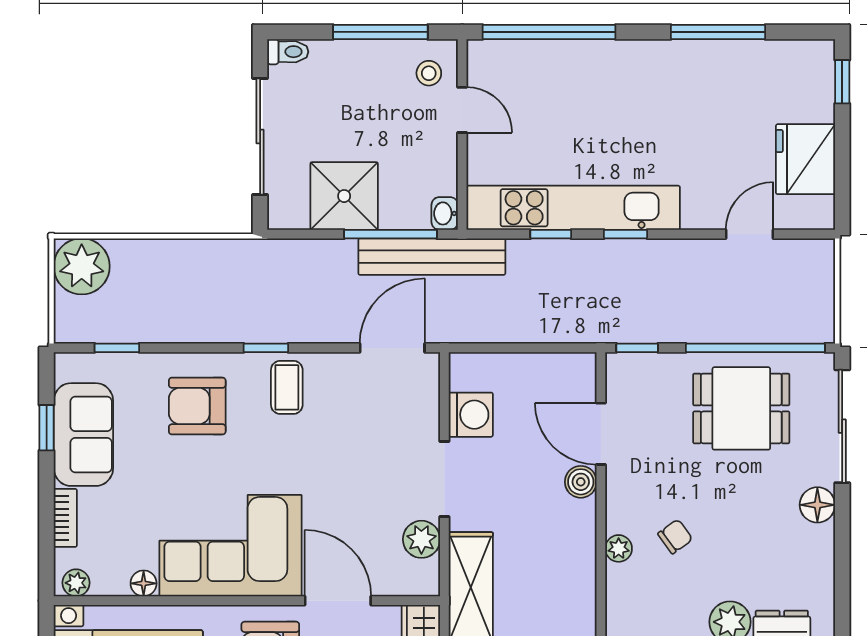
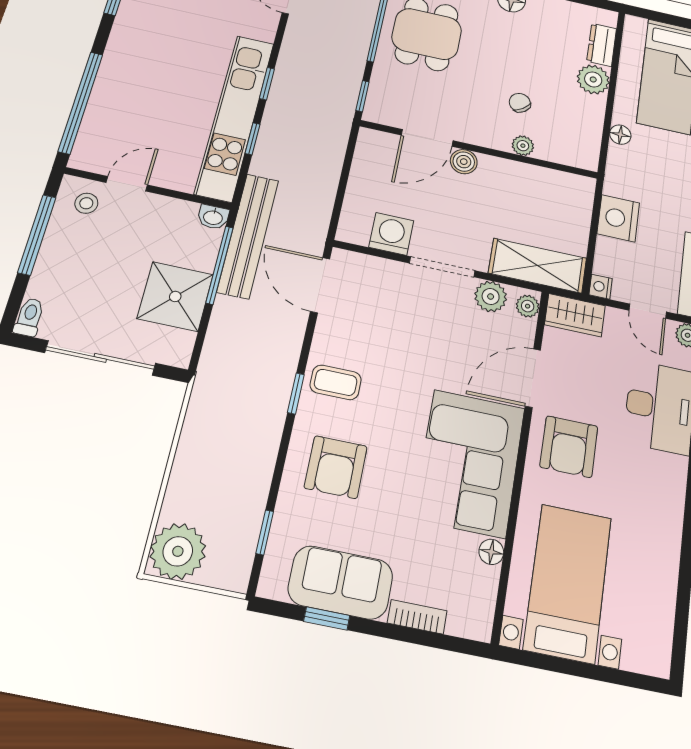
plant: (76, 583) -> (528, 306), moved

